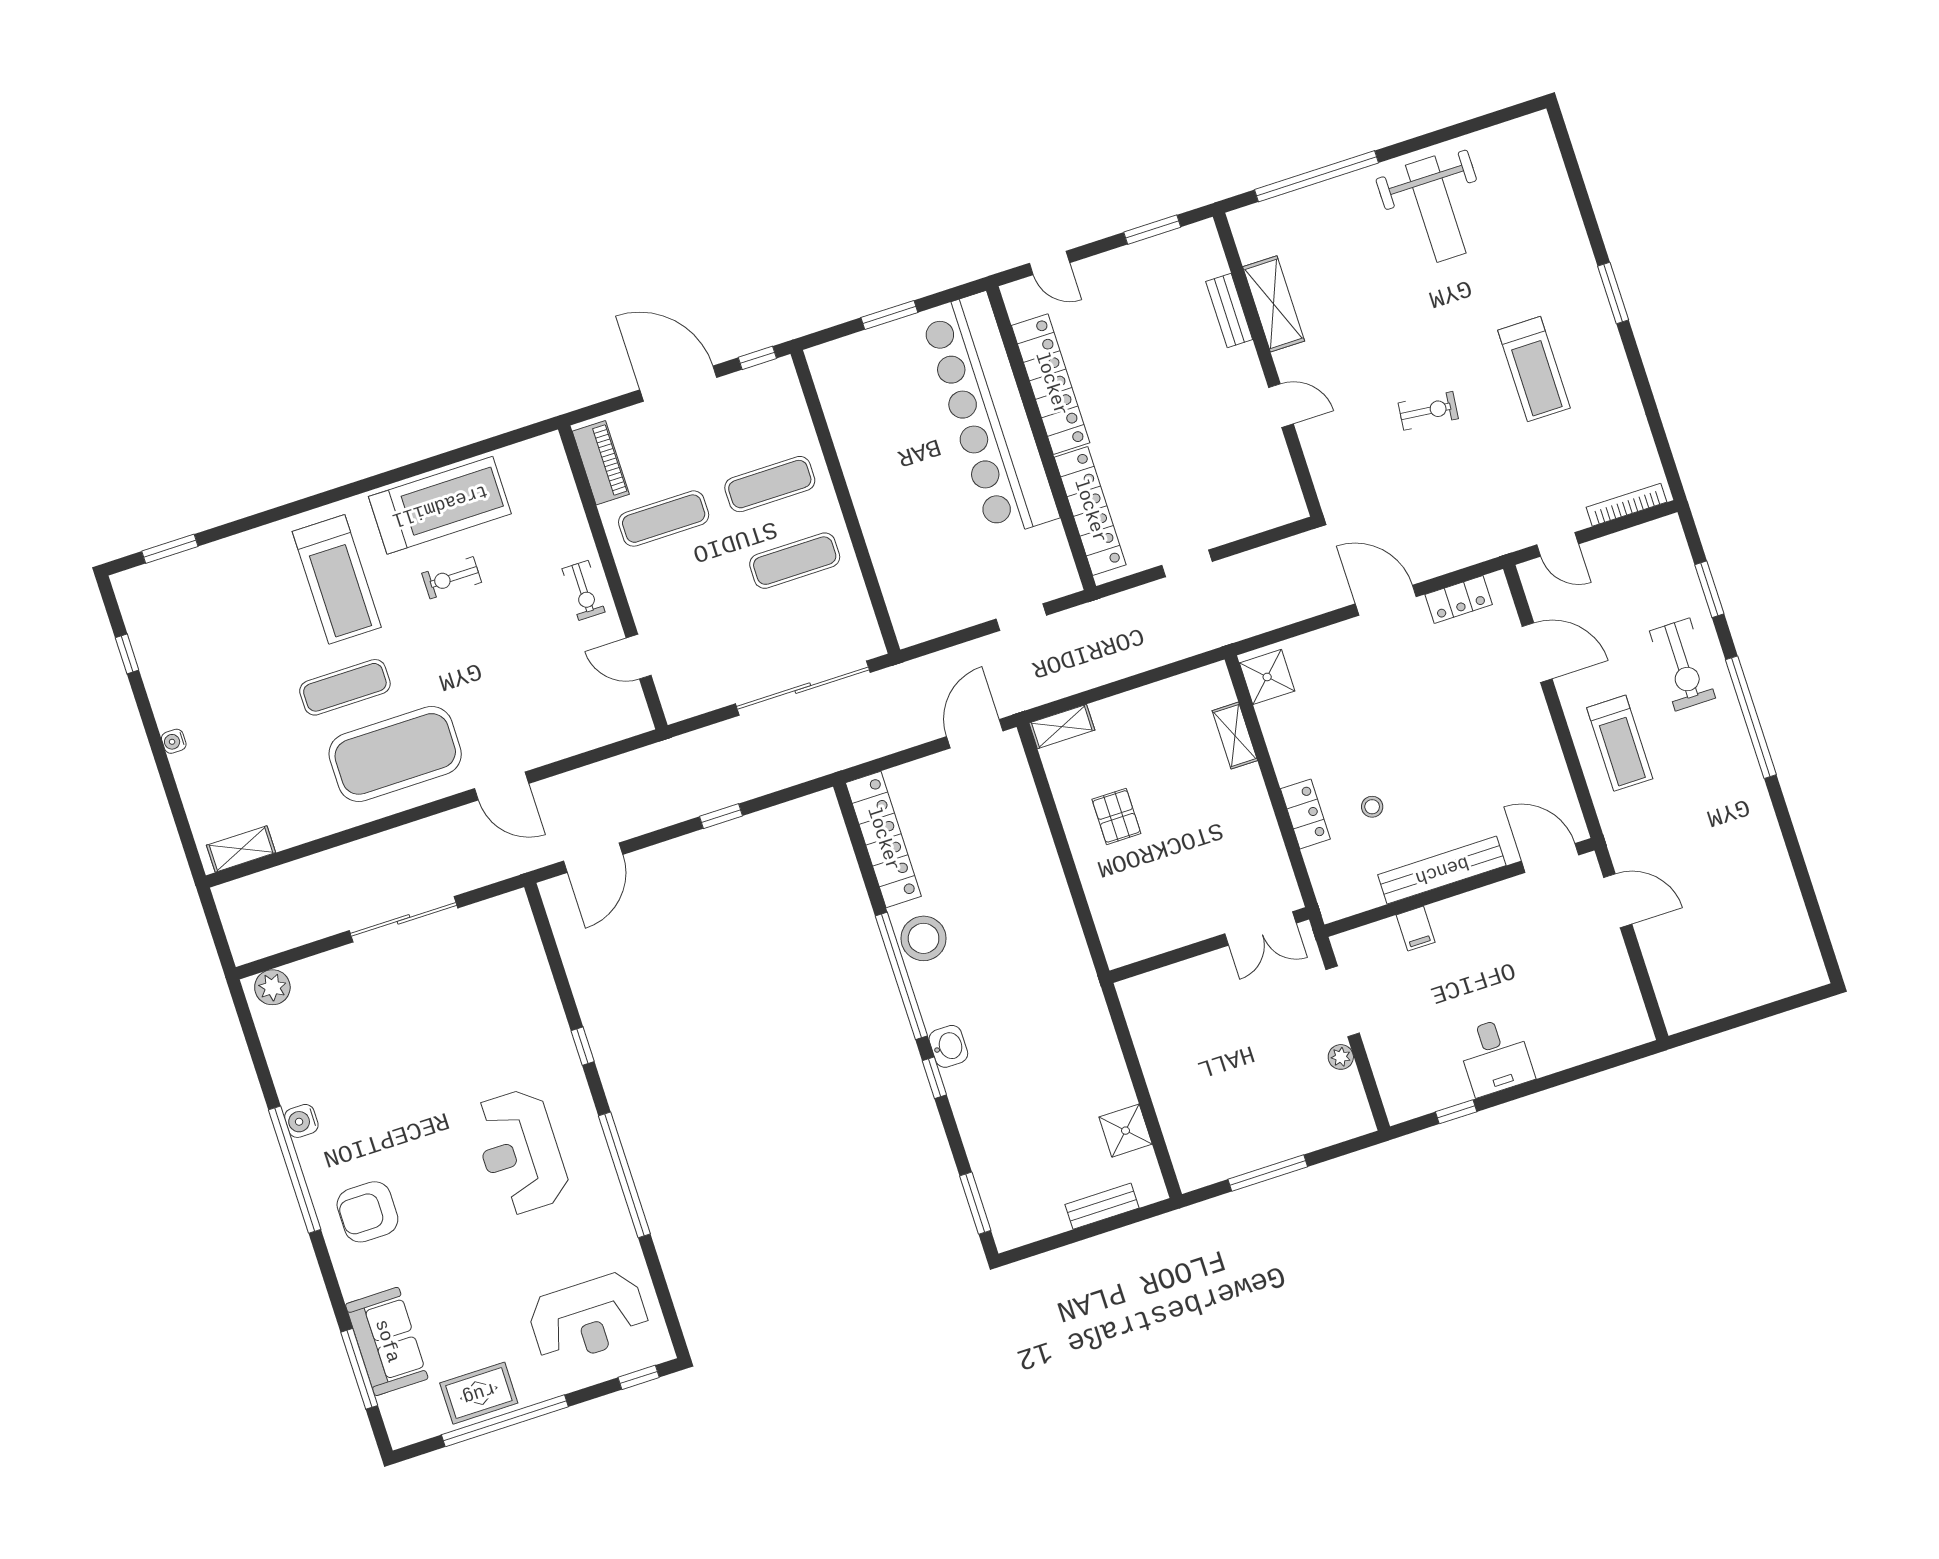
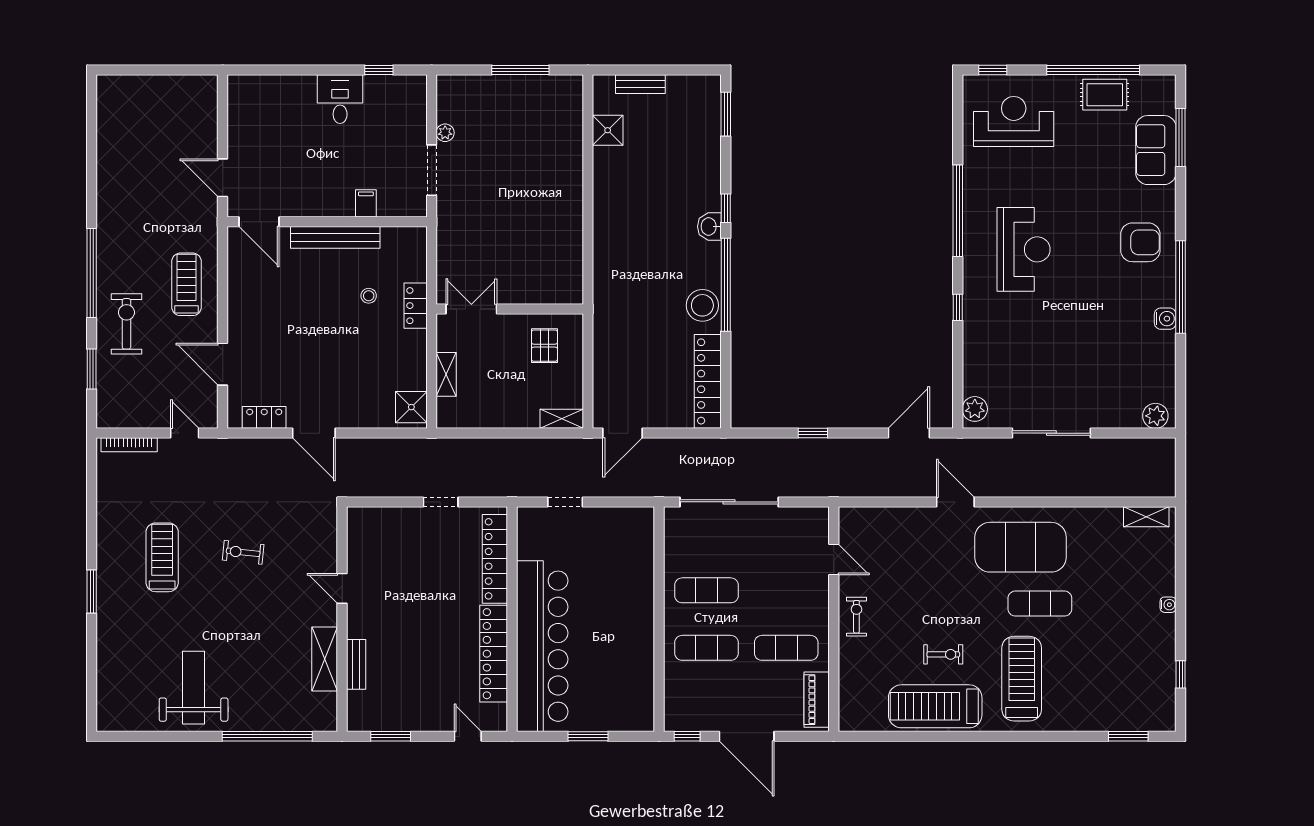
plant: (516, 918) -> (975, 409), added
double door: (1260, 928) -> (471, 309), moved
wall: (1209, 945) -> (510, 309), moved

